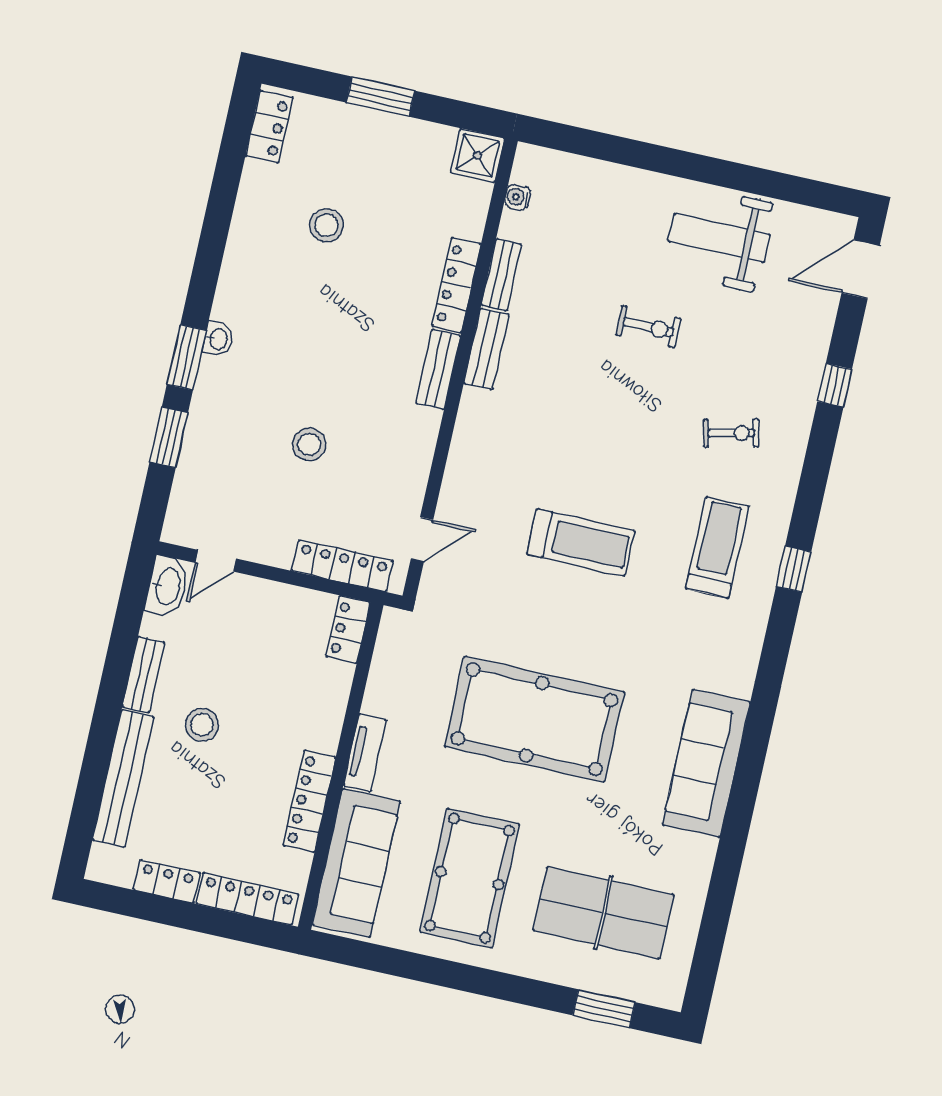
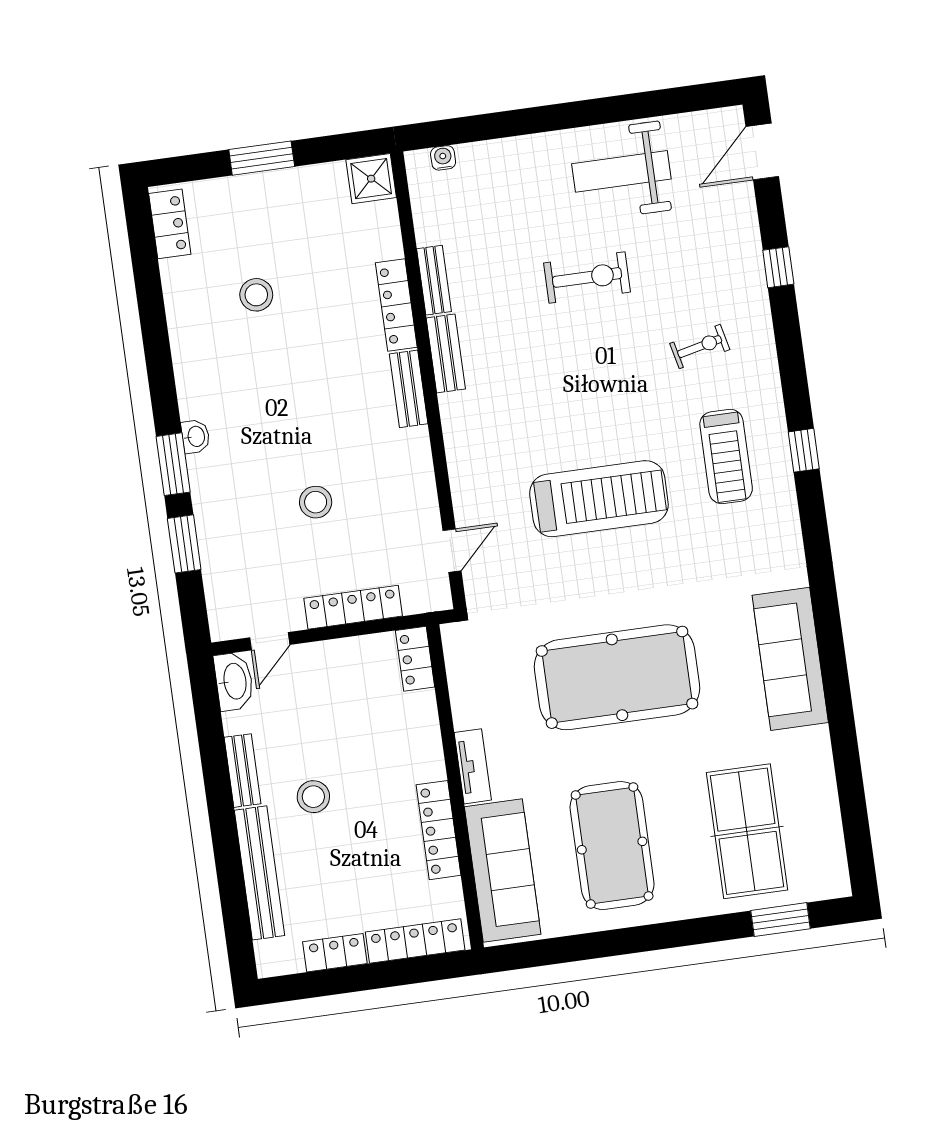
water cooler: (518, 197) -> (443, 158), moved, turned 90
exercise bike: (648, 327) -> (587, 277), width x1.38, depth x1.39
treadmill: (581, 542) -> (599, 499), width x1.37, depth x1.38
treadmill: (717, 547) -> (726, 456), turned 180
locker: (342, 566) -> (353, 607), moved
table tennis table: (603, 913) -> (747, 831), turned 90

